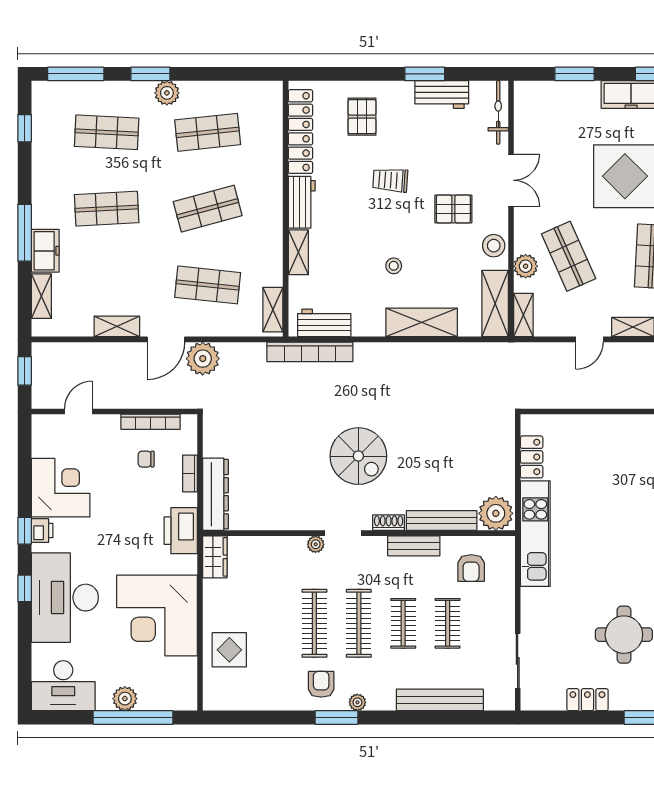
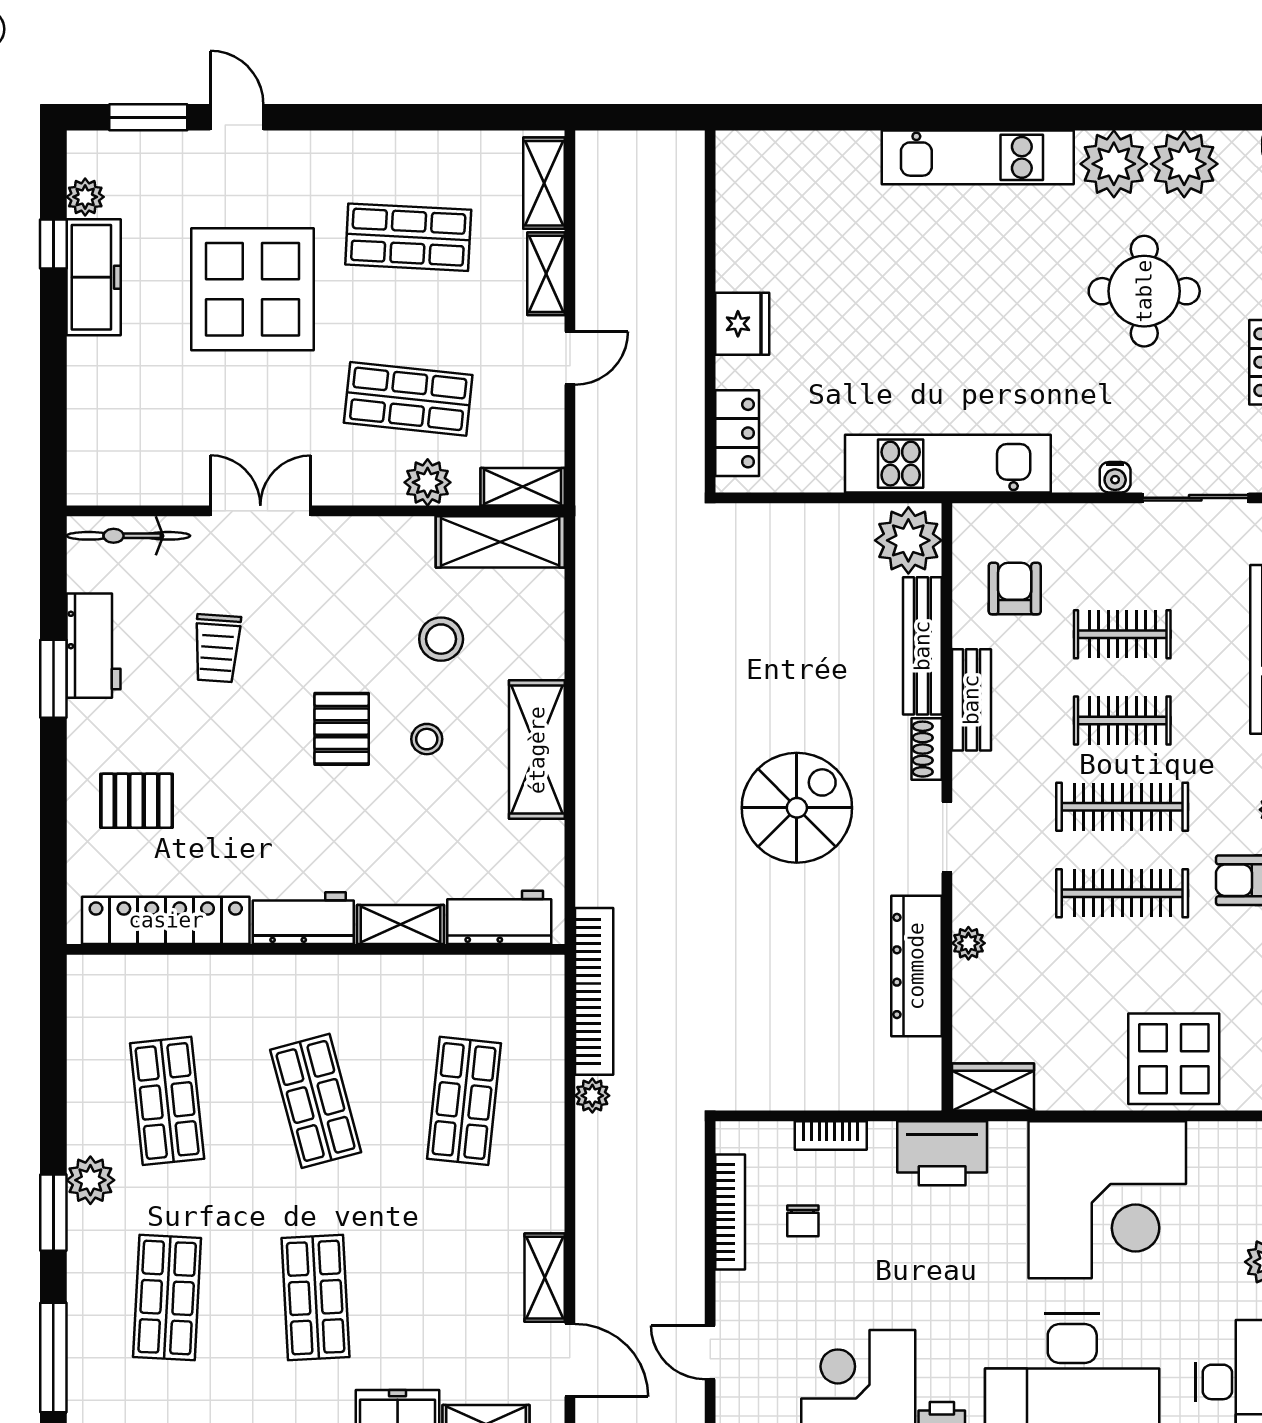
window: (574, 74) -> (53, 387), removed
trolley: (390, 180) -> (217, 648), moved
pallet: (453, 209) -> (342, 729), moved
stool: (494, 246) -> (441, 639), moved
shop shelf: (569, 256) -> (408, 399), turned 30
shelving: (273, 310) -> (512, 974), removed
shelving: (422, 322) -> (537, 750), moved
workbench: (324, 323) -> (499, 917), moved, turned 90
door: (166, 339) -> (570, 1360), moved
door: (590, 339) -> (570, 358), hinge flipped
bookcase: (310, 352) -> (594, 991), moved
plant: (203, 359) -> (592, 1096), width x0.53, depth x0.53
fridge: (607, 428) -> (742, 324), added
locker: (532, 457) -> (737, 433), moved, turned 90
dresser: (216, 494) -> (916, 966), moved, turned -90
plant: (316, 544) -> (968, 943), moved
armchair: (471, 568) -> (1015, 589), turned -90
water cooler: (528, 620) -> (1115, 477), added
display table: (229, 650) -> (1174, 1059), width x1.36, depth x1.36

